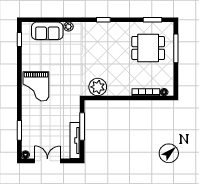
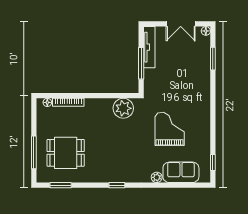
grand piano: (36, 86) -> (170, 129), moved

